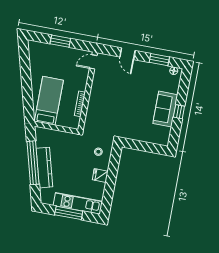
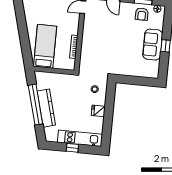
armchair: (156, 75) -> (142, 14), added
window: (69, 213) -> (72, 148), width x0.46

